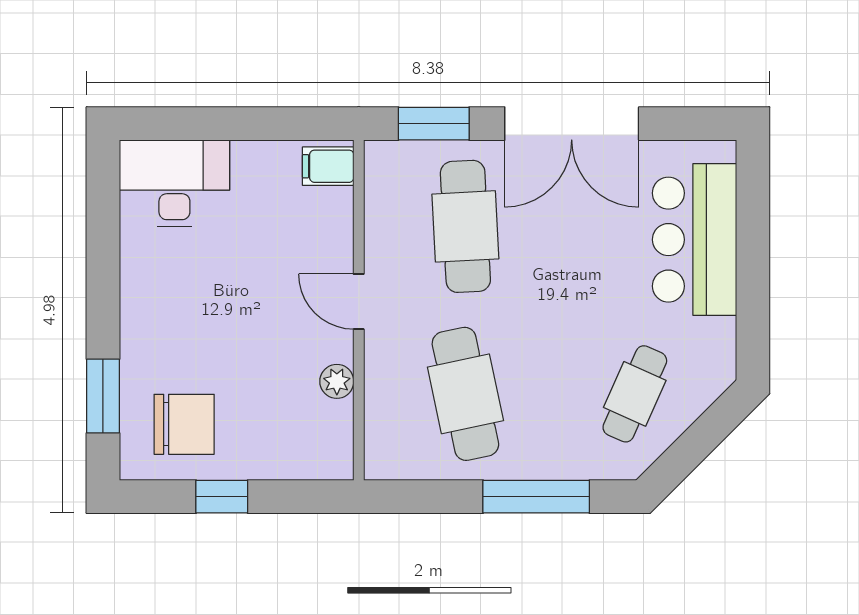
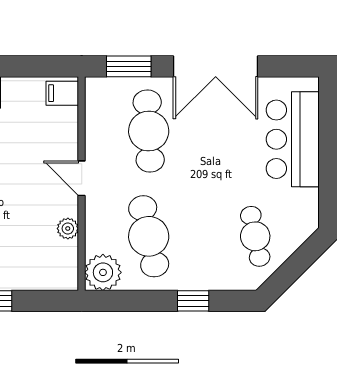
cafe table: (635, 394) -> (255, 236), turned -36
plant: (393, 451) -> (103, 272), added
window: (536, 497) -> (193, 301), width x0.46

